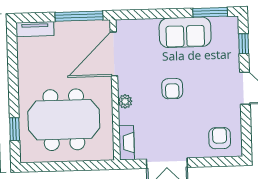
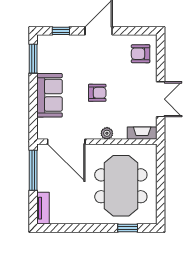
sofa: (185, 32) -> (50, 95), moved

